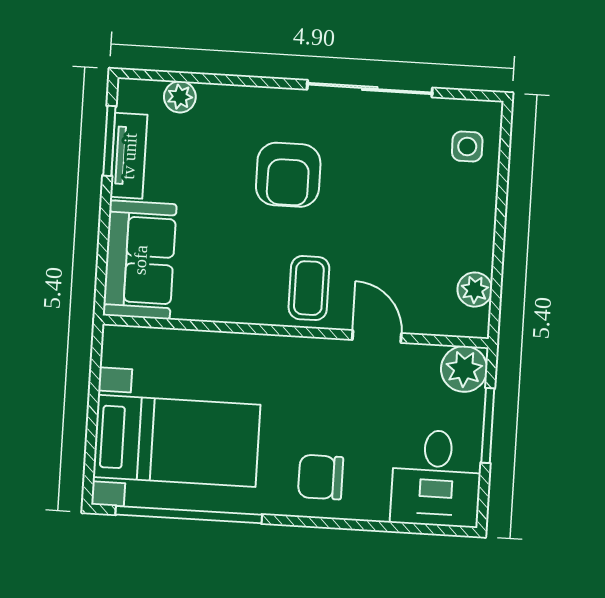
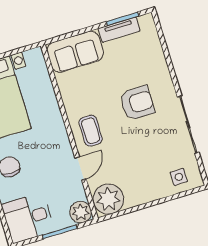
plant: (180, 97) -> (153, 43), removed
armchair: (288, 175) -> (137, 103), turned 180
coffee table: (309, 288) -> (91, 131), turned 90
plant: (475, 290) -> (108, 199), width x1.88, depth x1.88

